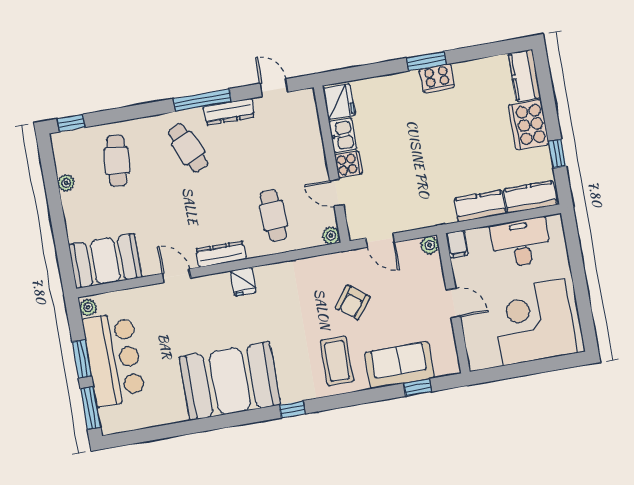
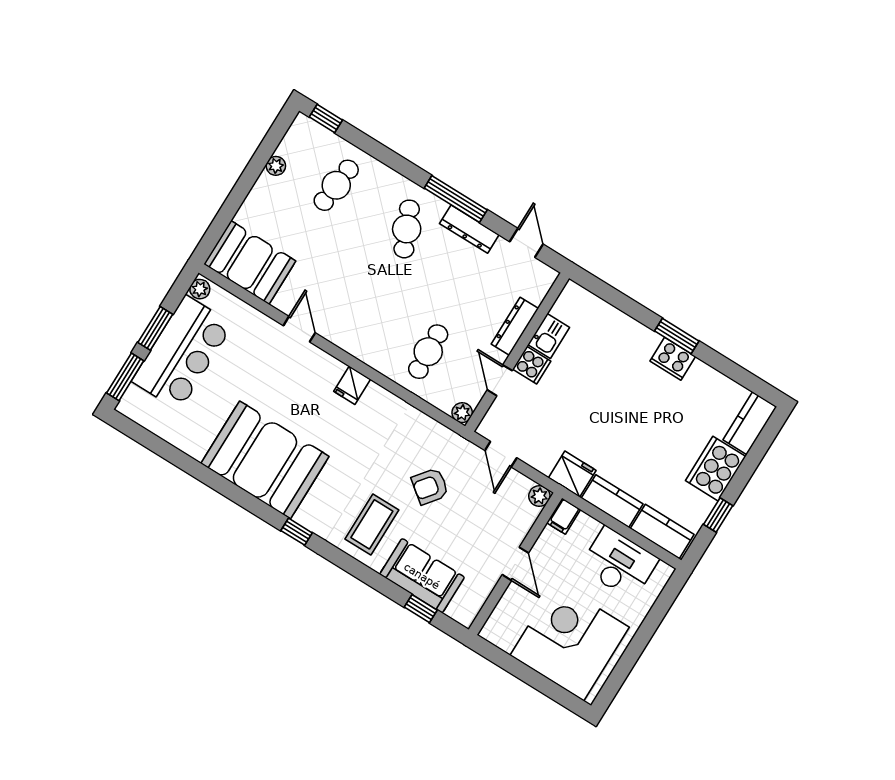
fridge: (339, 102) -> (572, 474), moved, turned -90
dresser: (221, 254) -> (515, 326), moved, turned -90

